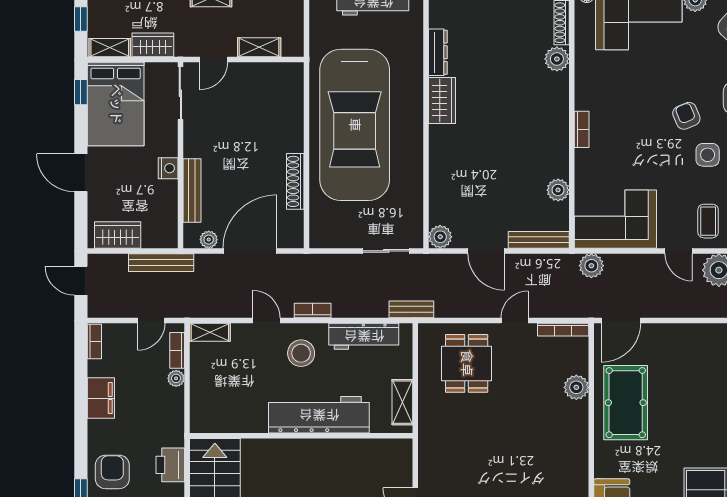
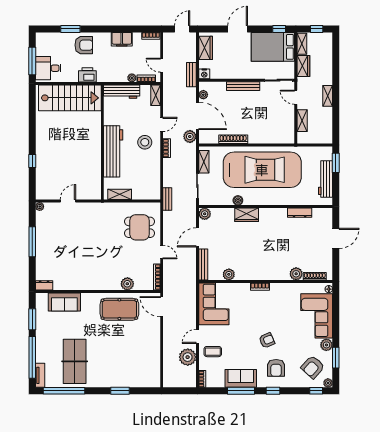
wardrobe: (442, 100) -> (247, 215), moved
car: (355, 125) -> (262, 170), turned 180
side table: (708, 155) -> (247, 351), removed
nightstand: (168, 168) -> (204, 74), moved
boiler: (414, 172) -> (238, 200), added
bench: (192, 191) -> (243, 86), moved
shelving: (339, 238) -> (204, 162), added
bench: (161, 263) -> (191, 75), width x0.73
plant: (591, 266) -> (190, 137), moved
workbench: (364, 336) -> (122, 92), moved, turned -90

